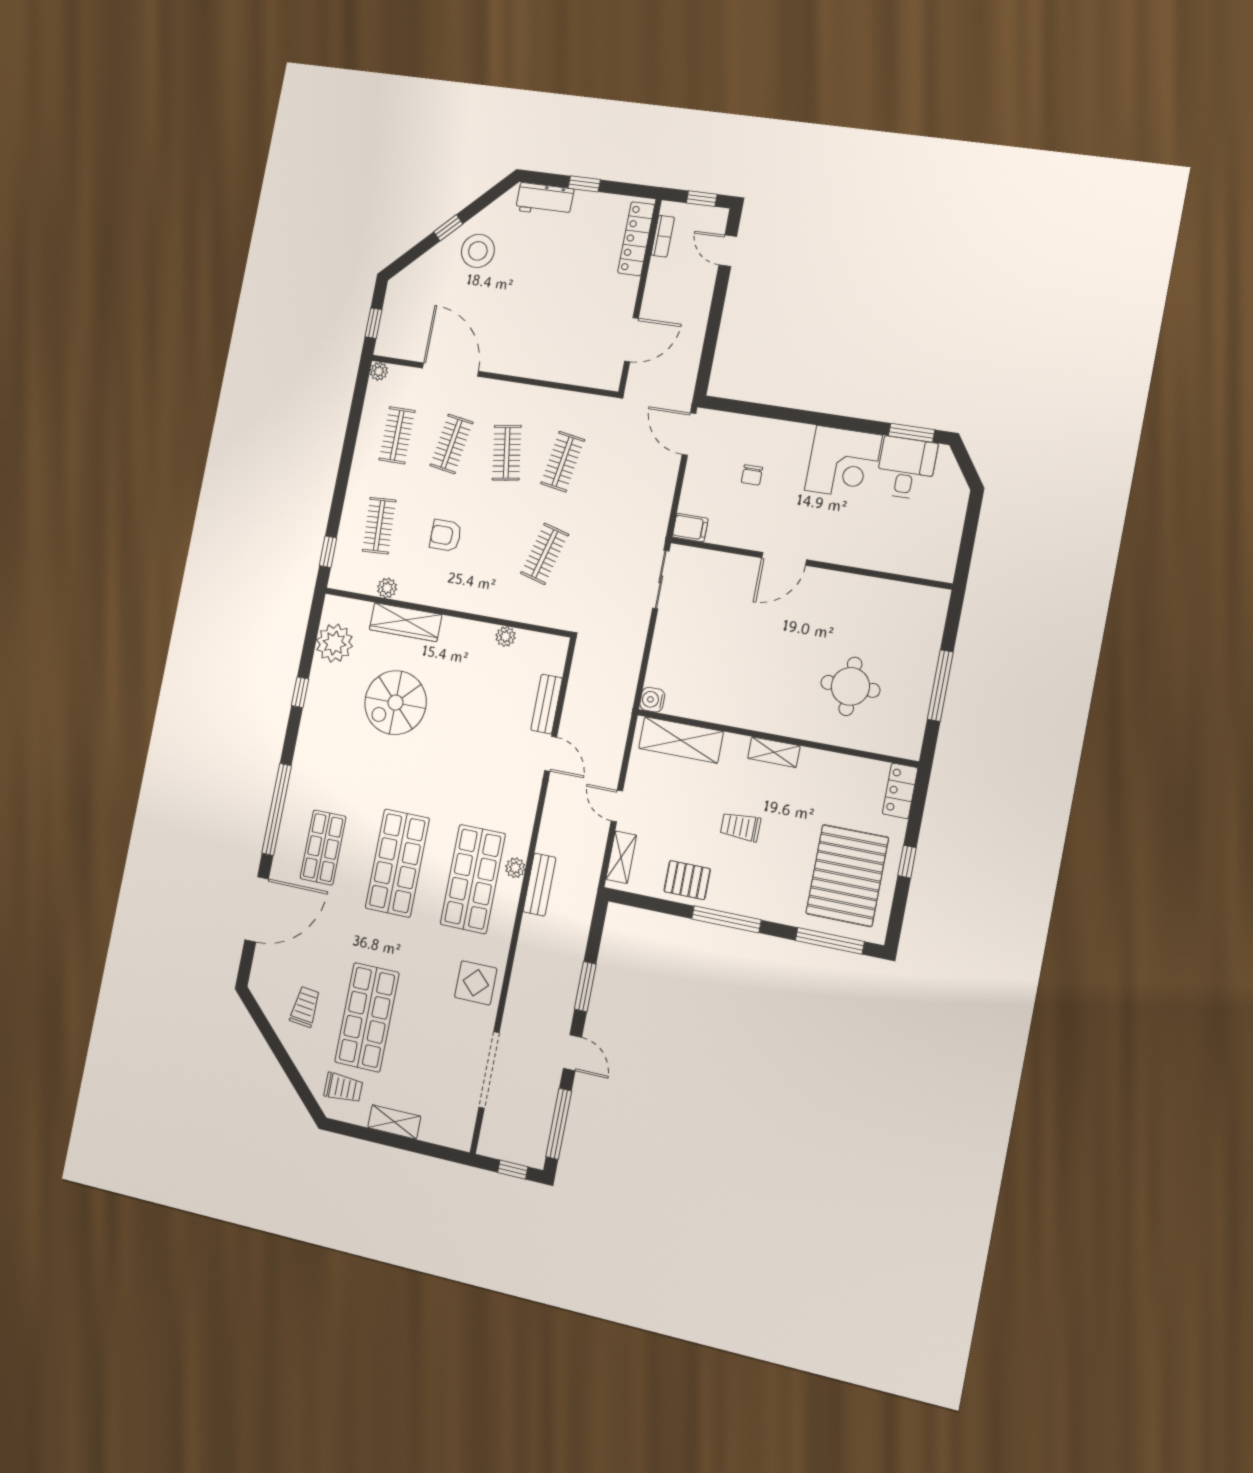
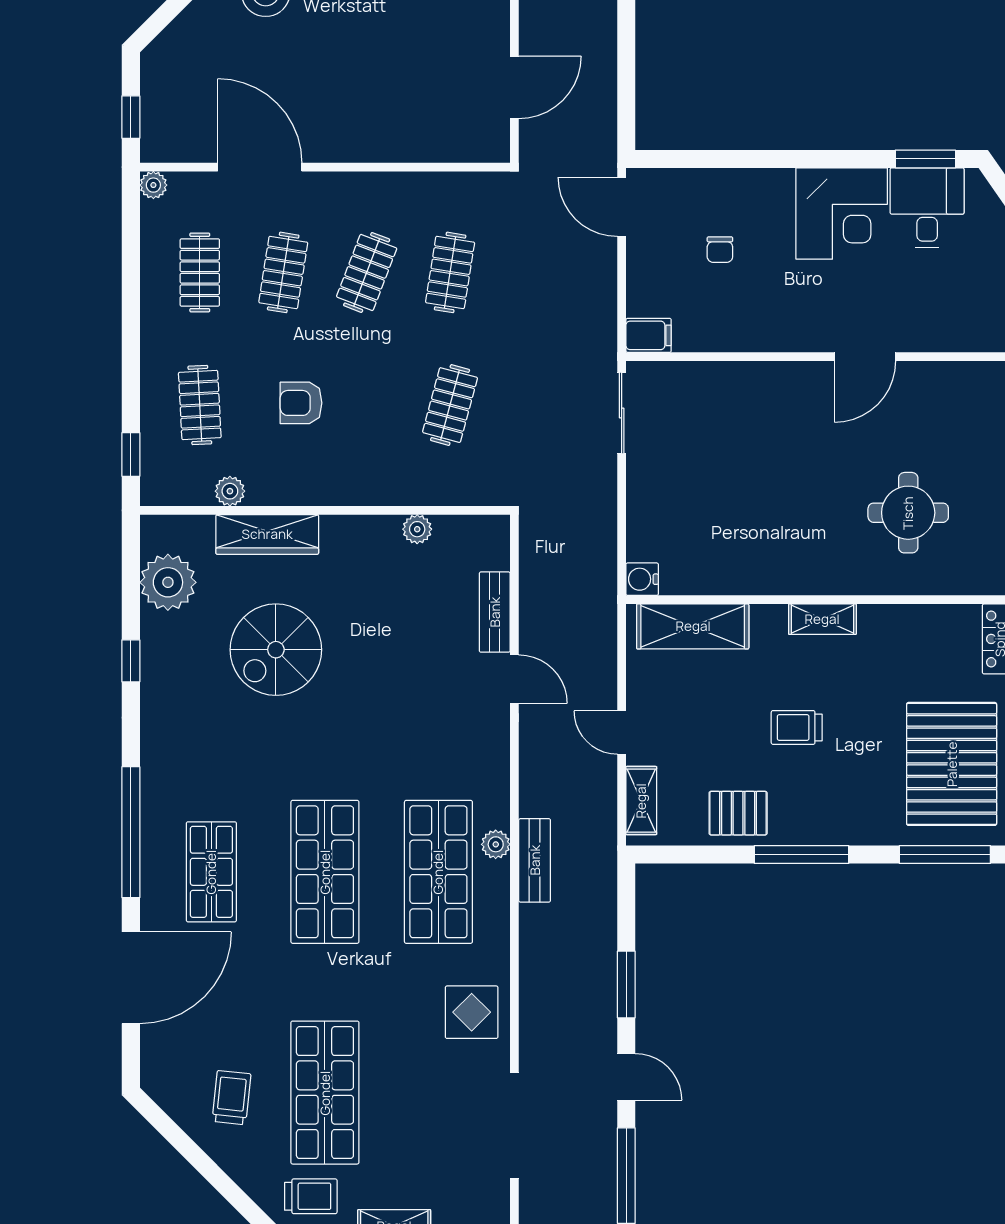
clothes rail: (507, 453) -> (367, 272), turned 30
door: (784, 559) -> (865, 357), moved

